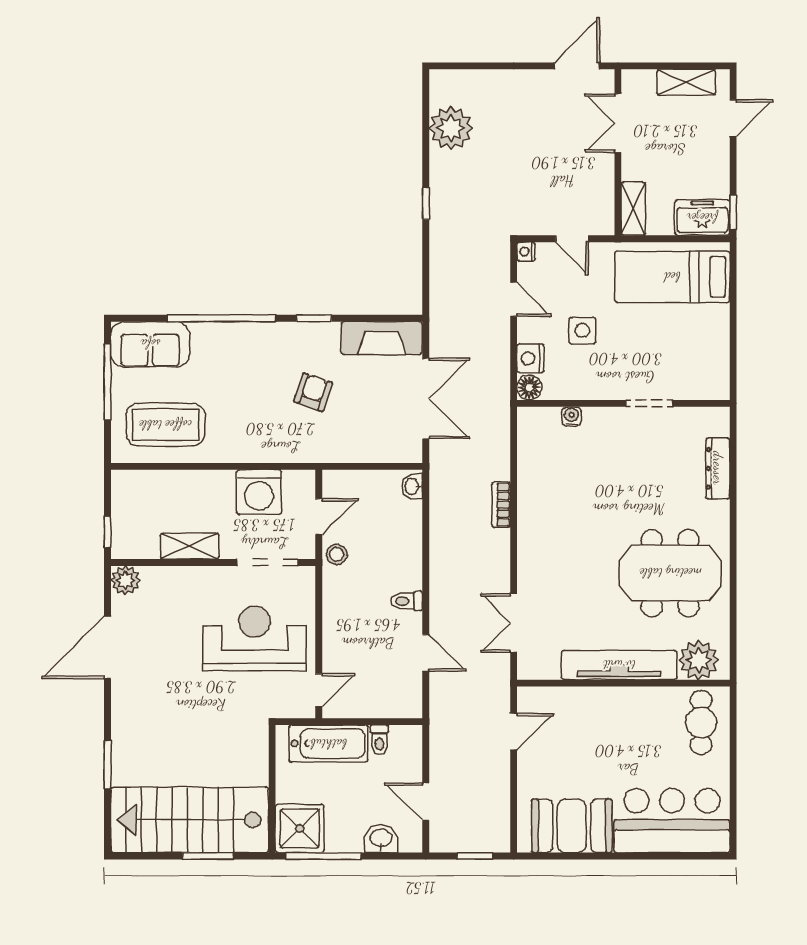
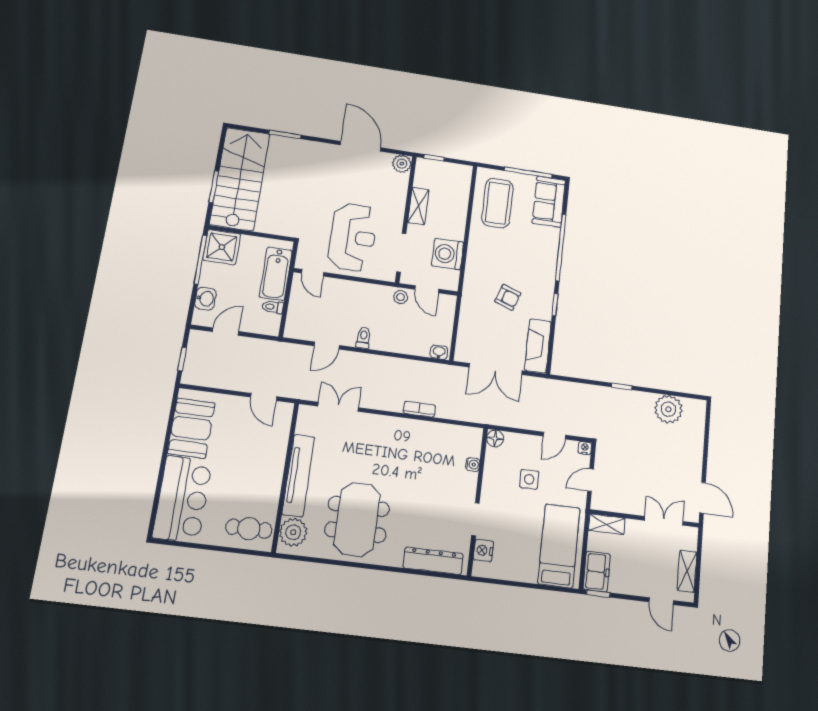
nightstand: (530, 358) -> (483, 551), moved, turned -90
dresser: (718, 468) -> (433, 561), width x1.37, depth x1.24

